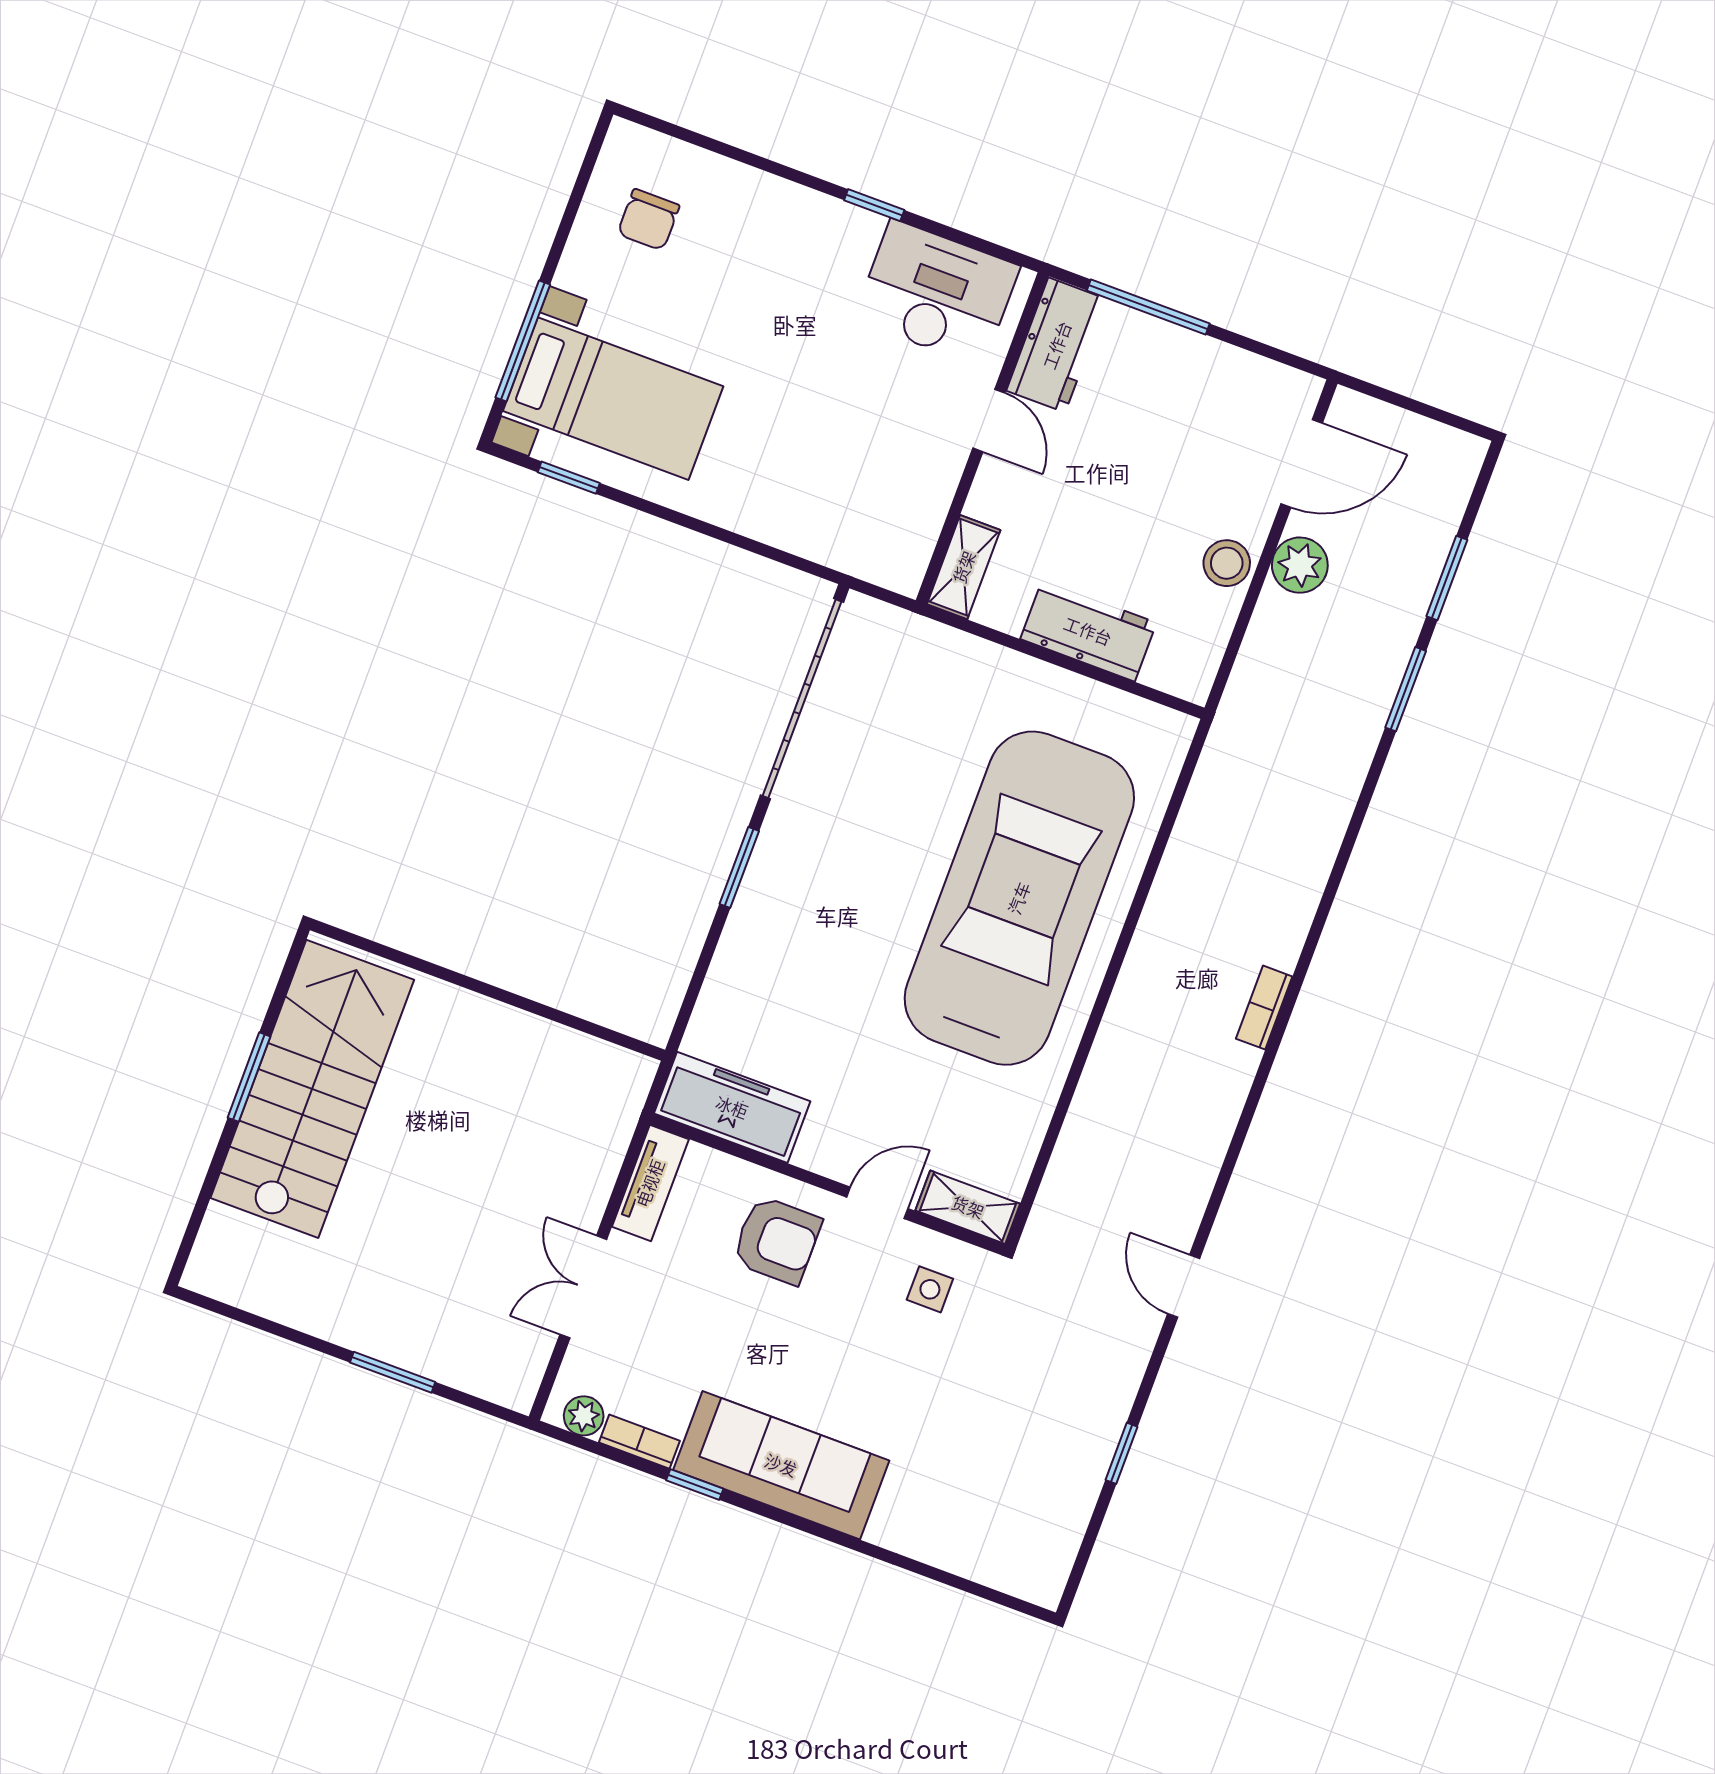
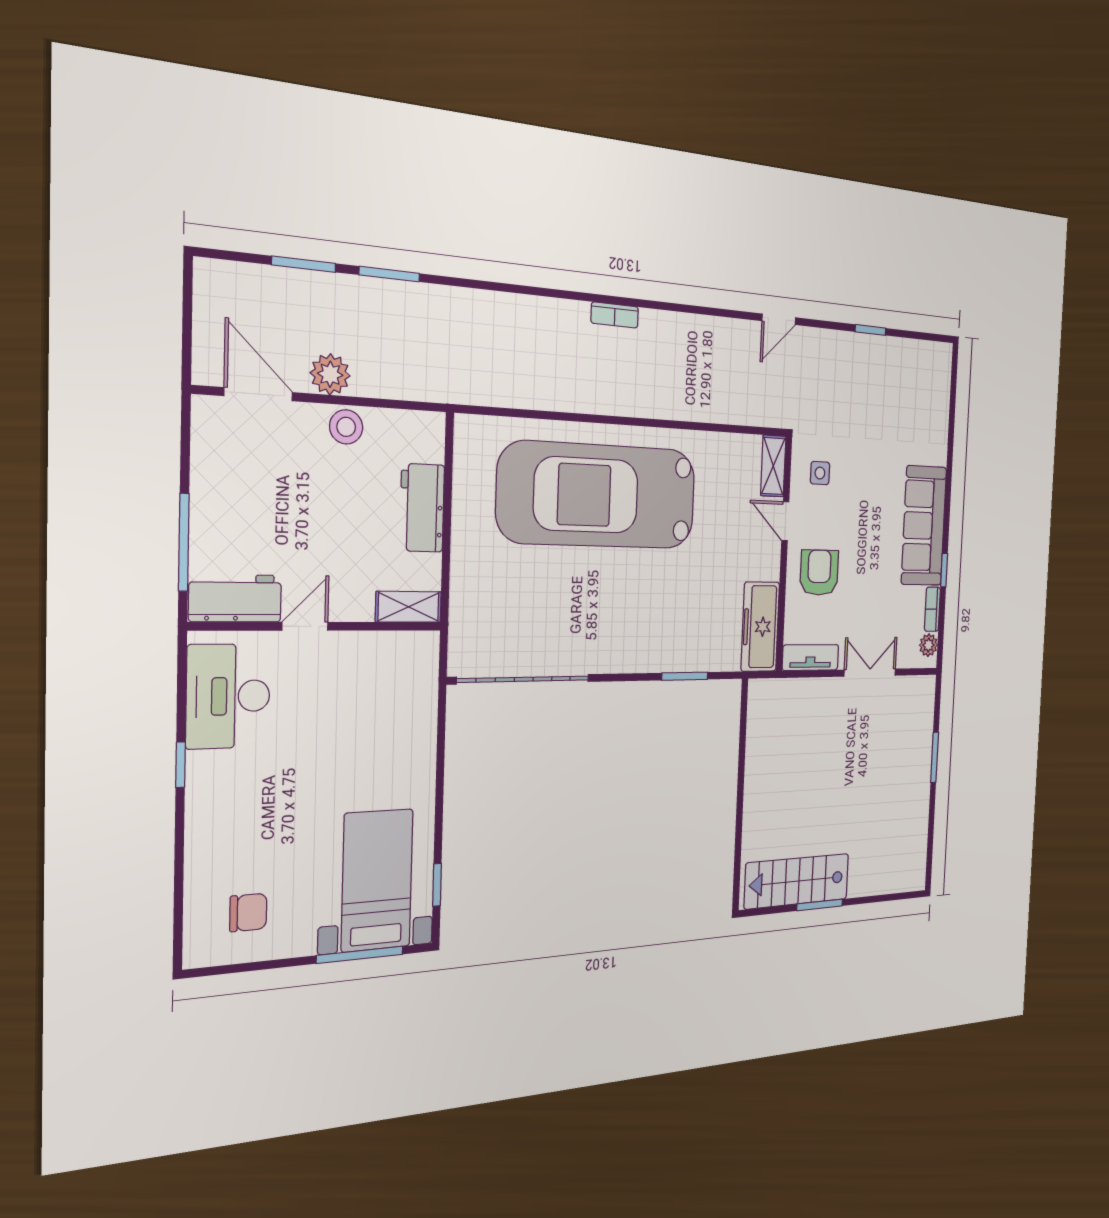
window: (739, 867) -> (685, 676), moved
stairs: (312, 1089) -> (797, 881), width x0.73, depth x0.66
double door: (583, 1287) -> (870, 673), swing flipped

